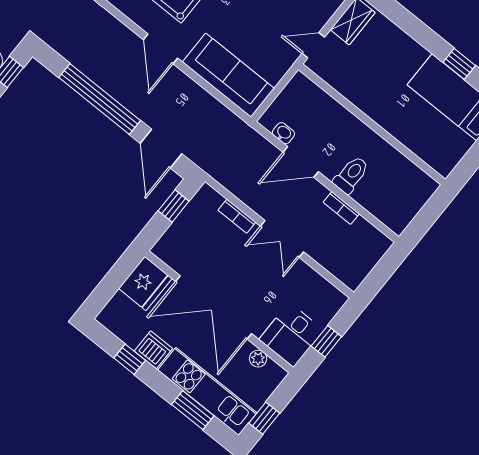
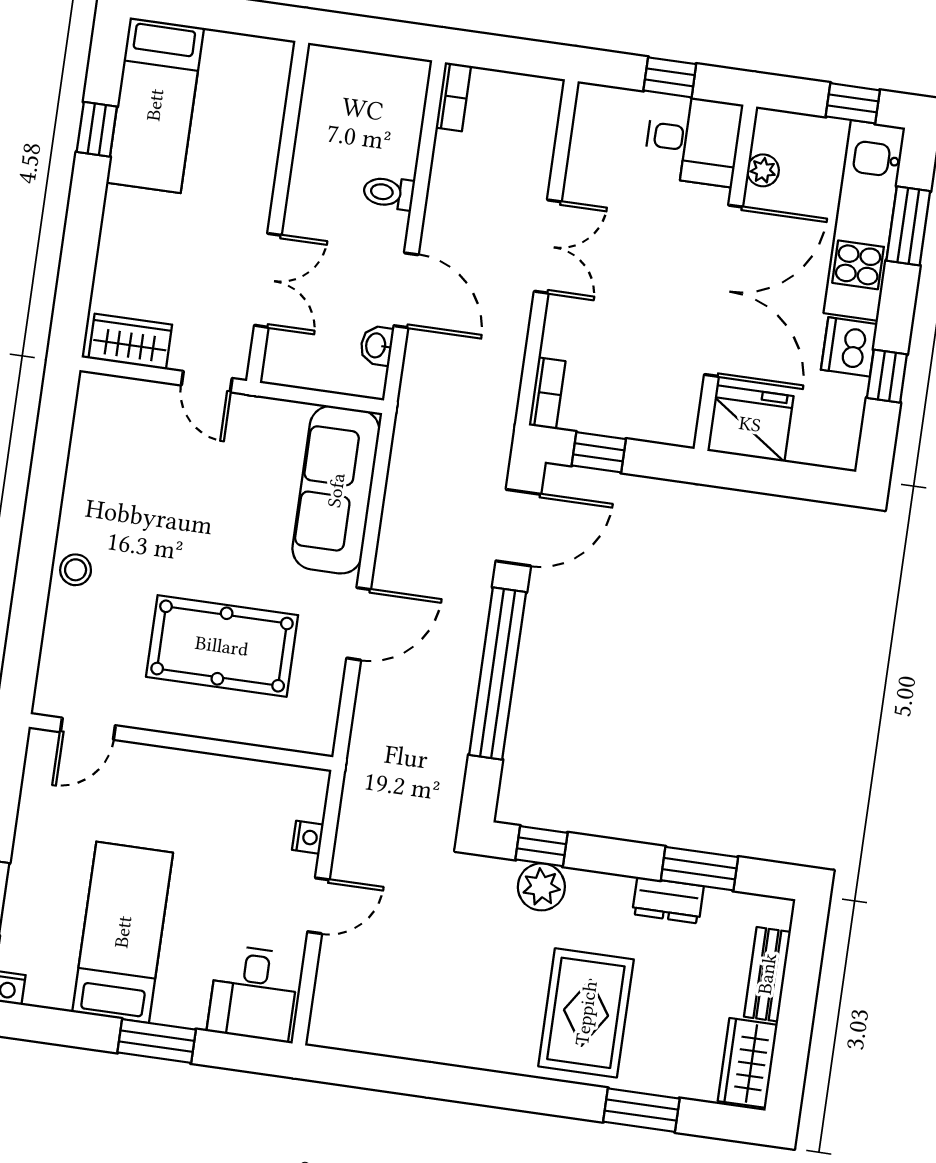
double door: (343, 101) -> (268, 280), added
toilet: (351, 175) -> (389, 193), width x0.73, depth x0.72
bookcase: (341, 208) -> (453, 97), moved
bookcase: (237, 216) -> (547, 393), moved

